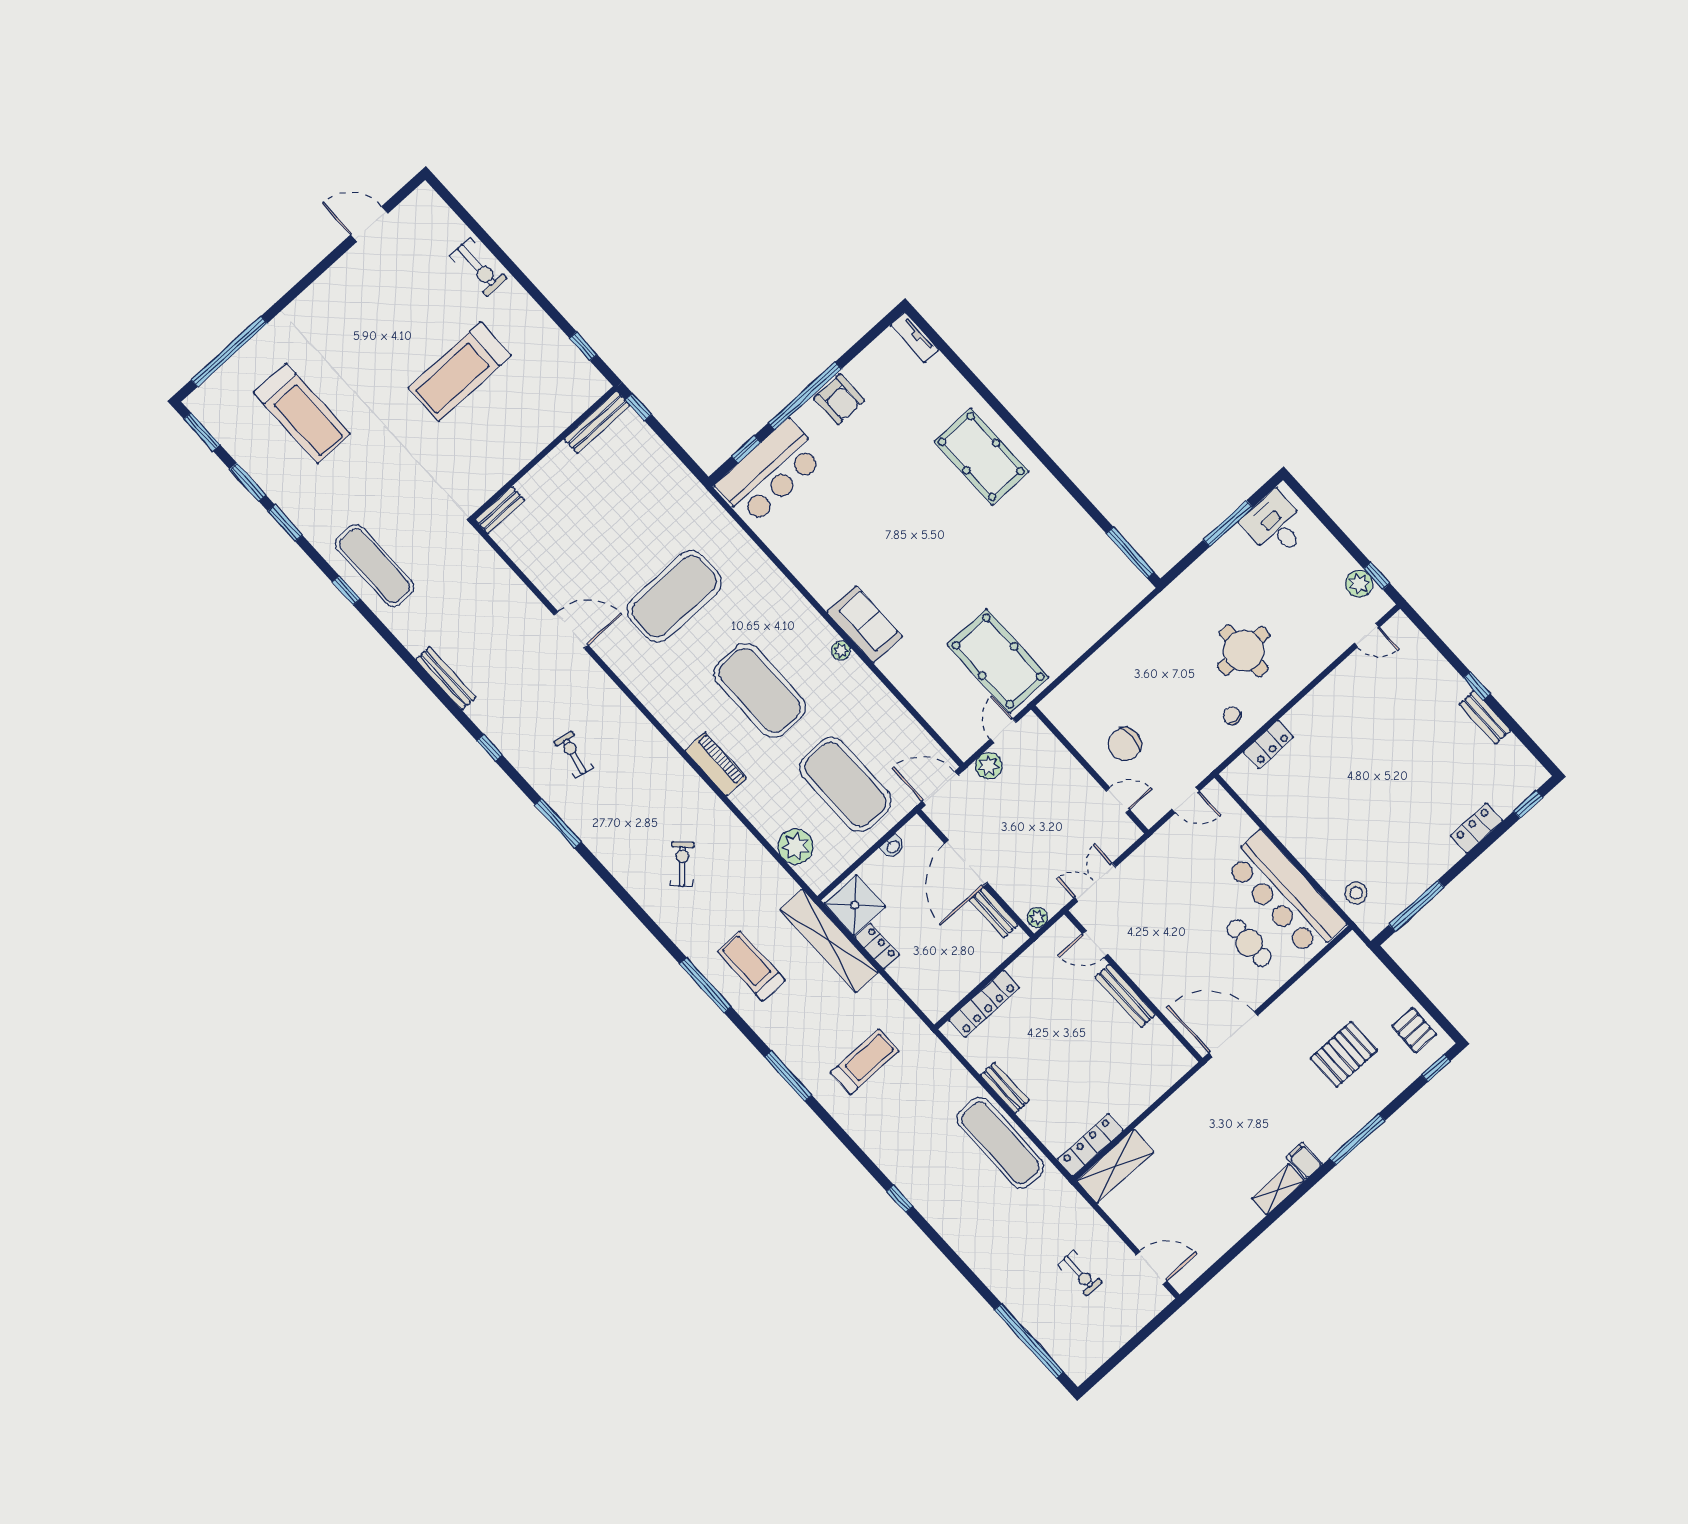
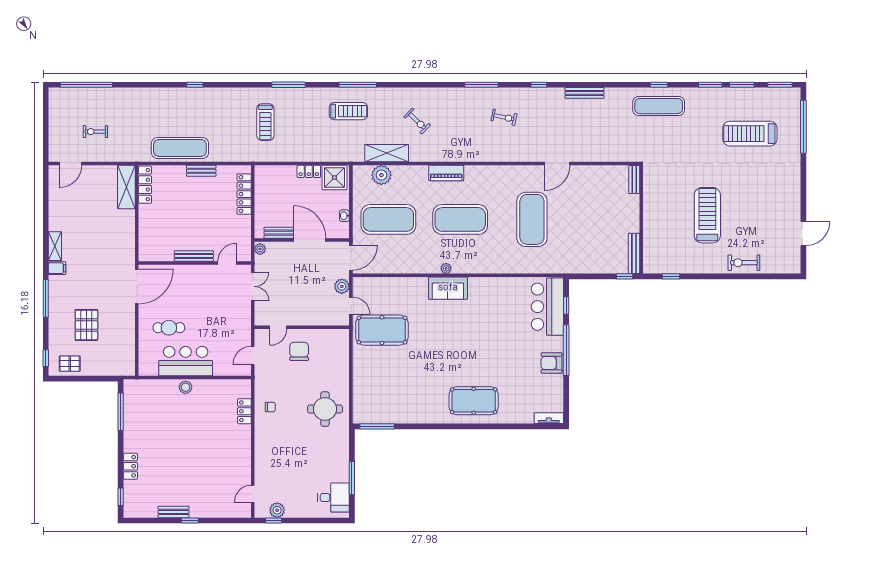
round table: (1244, 651) -> (325, 409), moved
stool: (1356, 893) -> (185, 387), moved
bar counter: (1284, 894) -> (186, 361), width x0.73
shelving: (829, 941) -> (387, 153), moved, width x0.68

